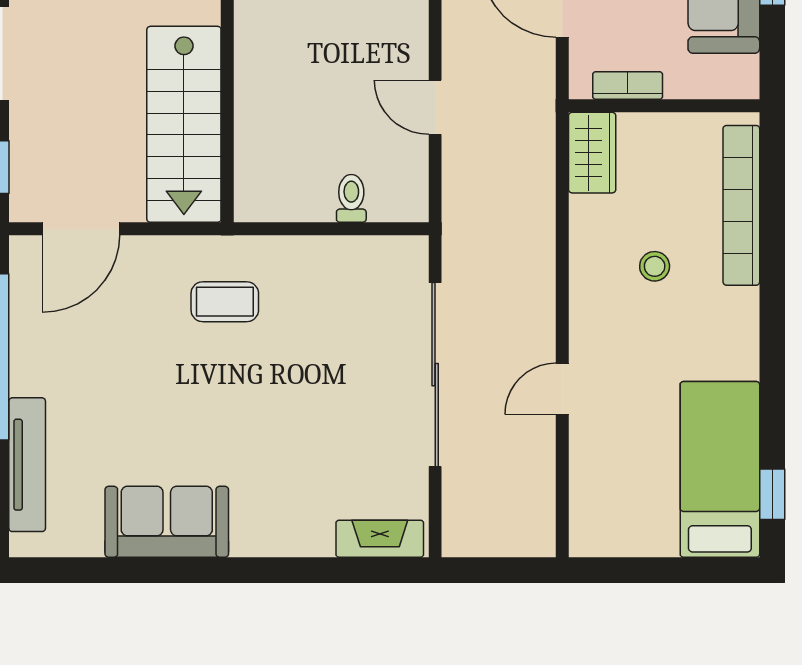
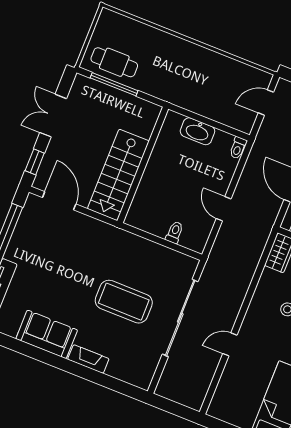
door: (81, 229) -> (59, 201), swing flipped
coffee table: (225, 302) -> (124, 302), moved, width x1.86, depth x1.72
fireplace: (380, 539) -> (88, 359), moved

